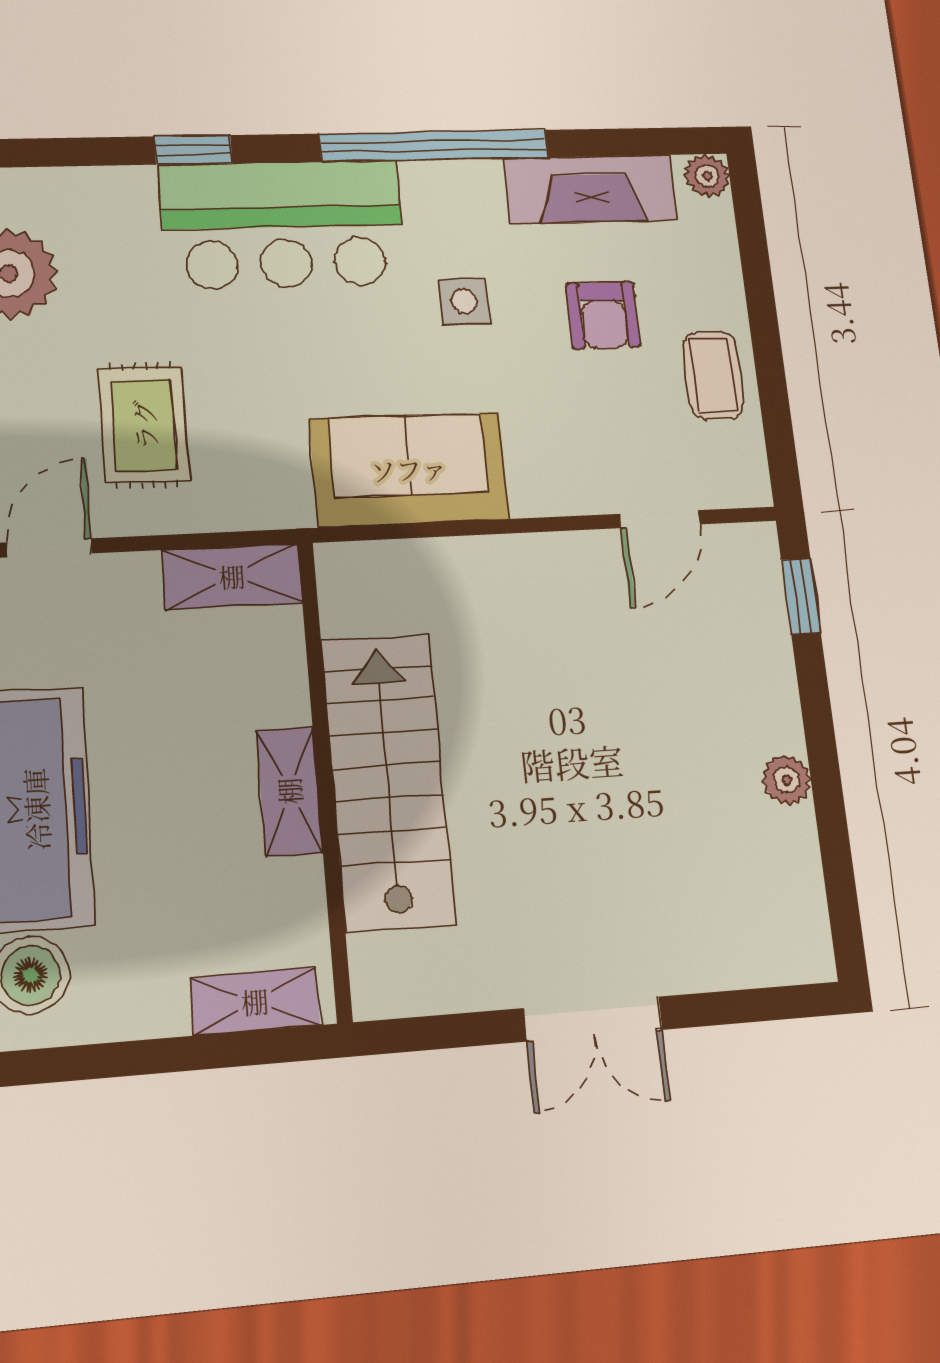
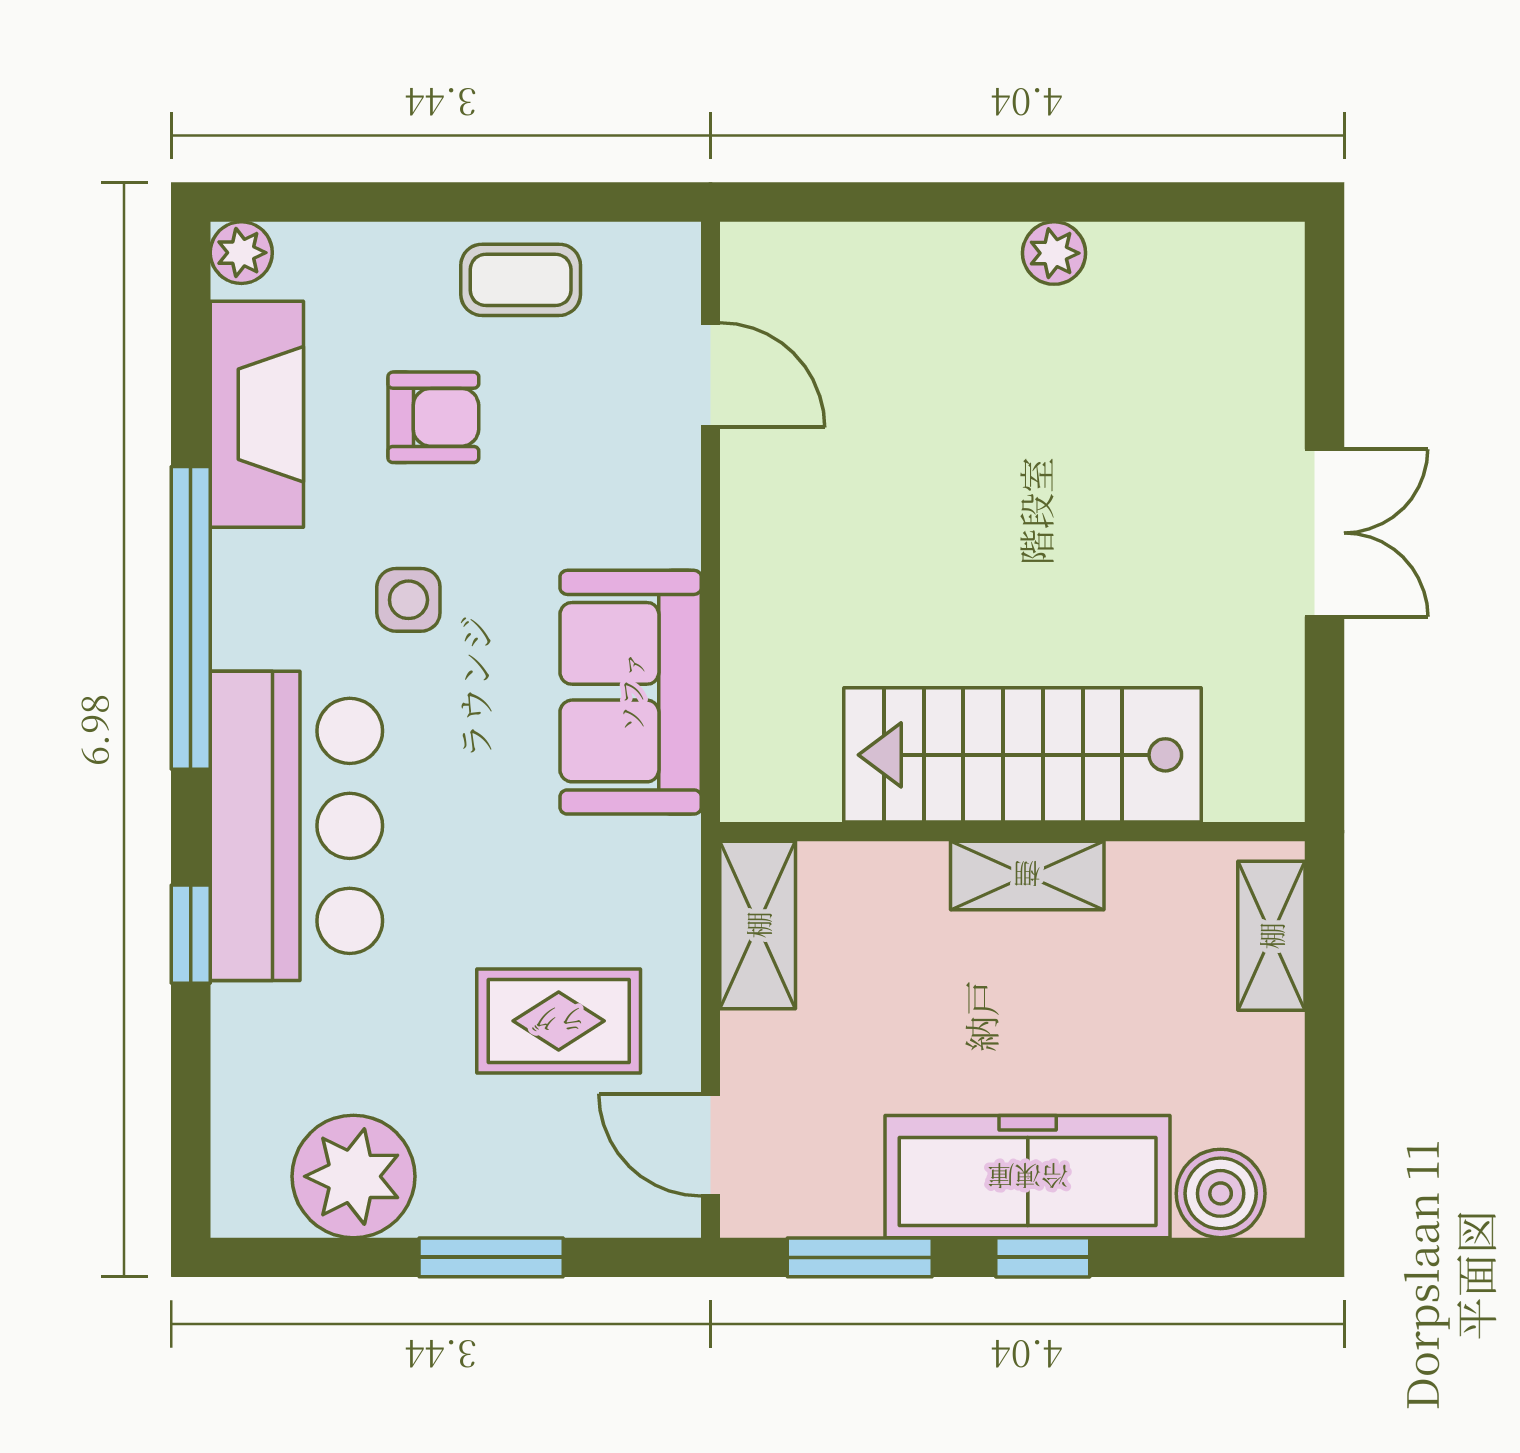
window: (801, 596) -> (821, 202), removed

